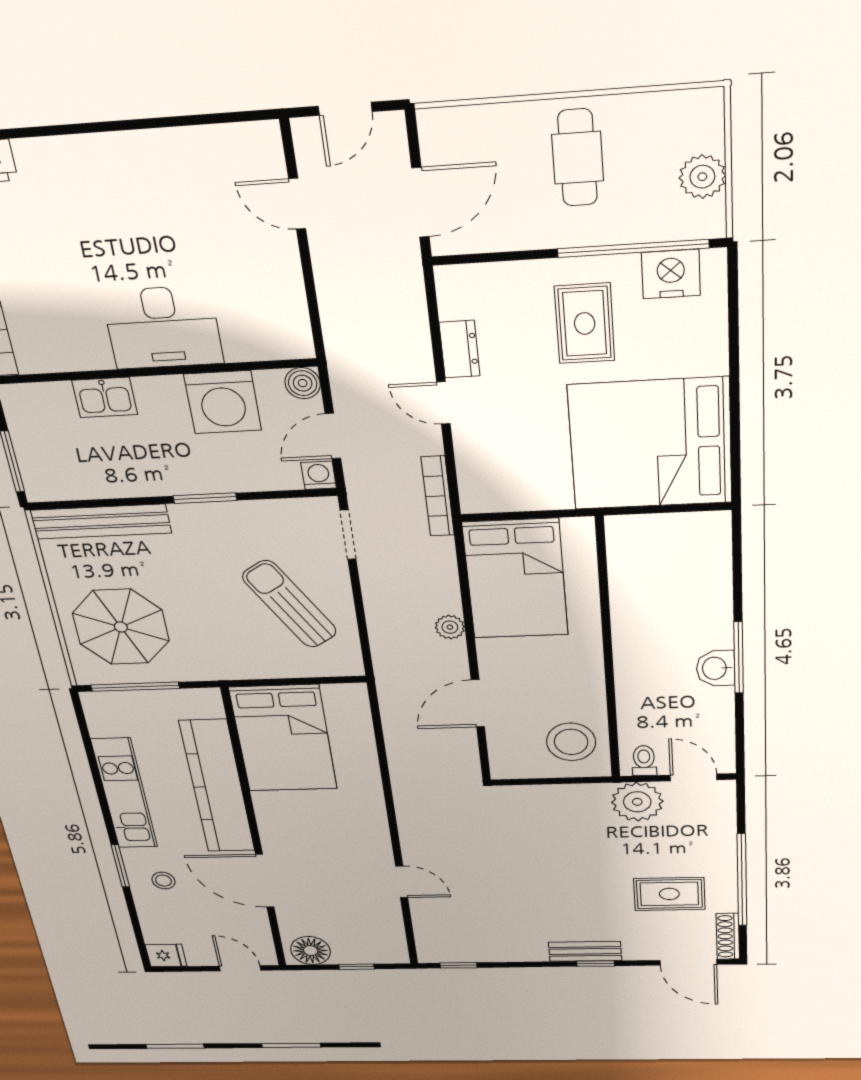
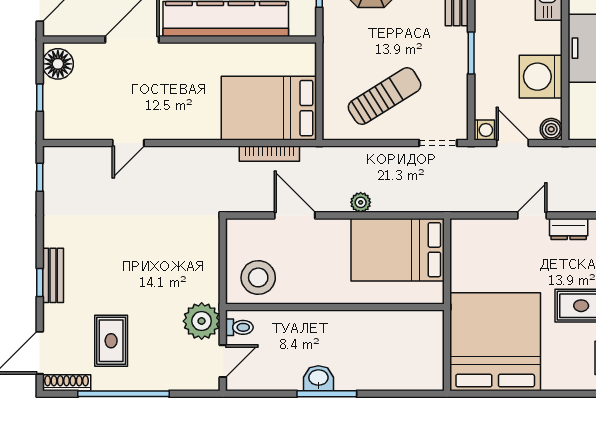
bookcase: (438, 496) -> (269, 154), moved, turned 180
bed: (283, 738) -> (269, 108), moved

